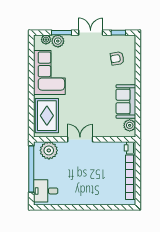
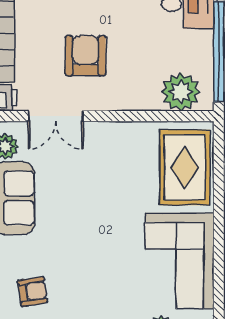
double door: (80, 139) -> (56, 116), moved
armchair: (93, 167) -> (86, 56), added

